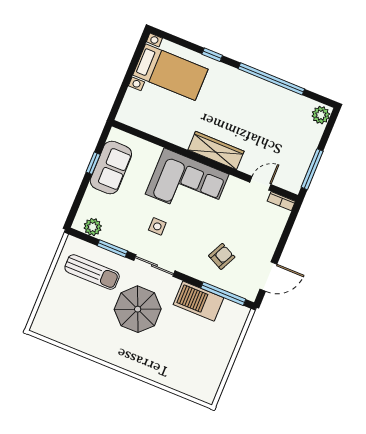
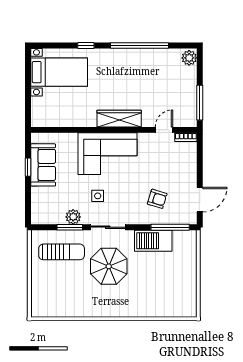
plant: (93, 227) -> (73, 217), moved
armchair: (222, 256) -> (157, 199), turned 81

